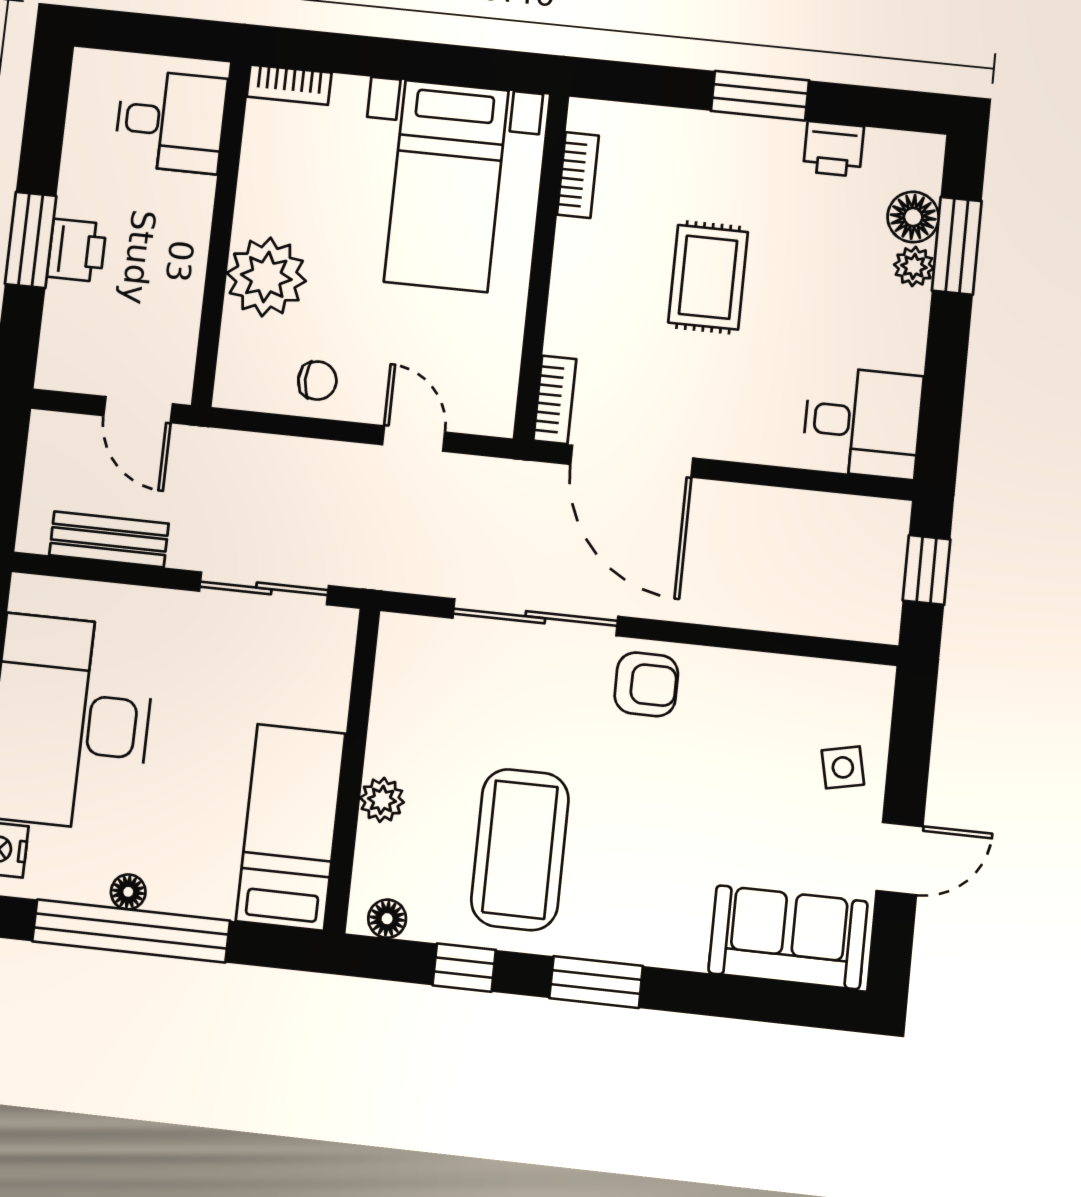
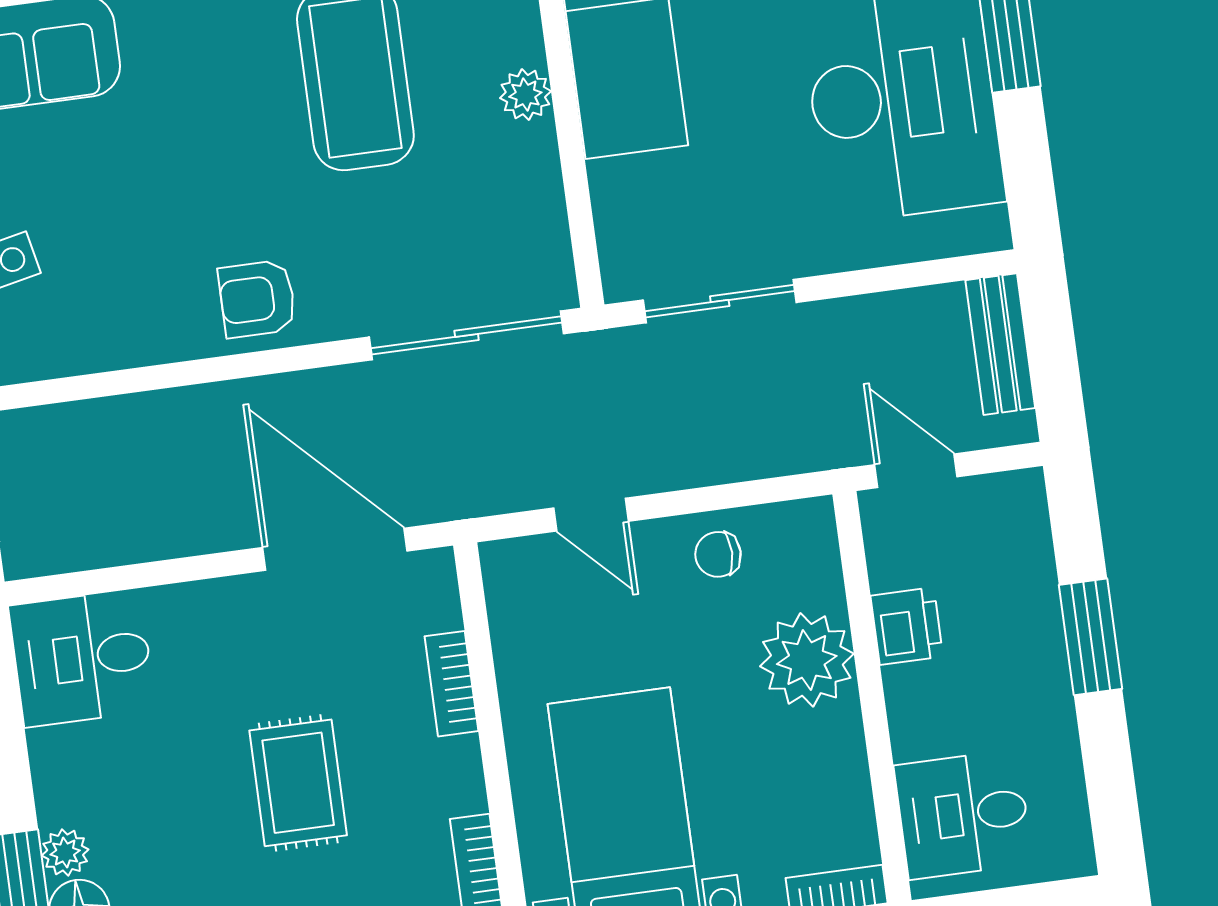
printer: (77, 250) -> (907, 626), moved, turned 180
bookcase: (555, 400) -> (451, 684), moved
bench: (109, 539) -> (1000, 344), moved, turned 90
sliding door: (535, 617) -> (467, 335), moved

